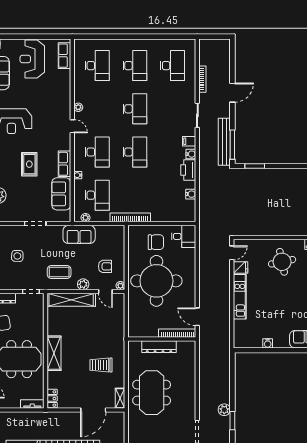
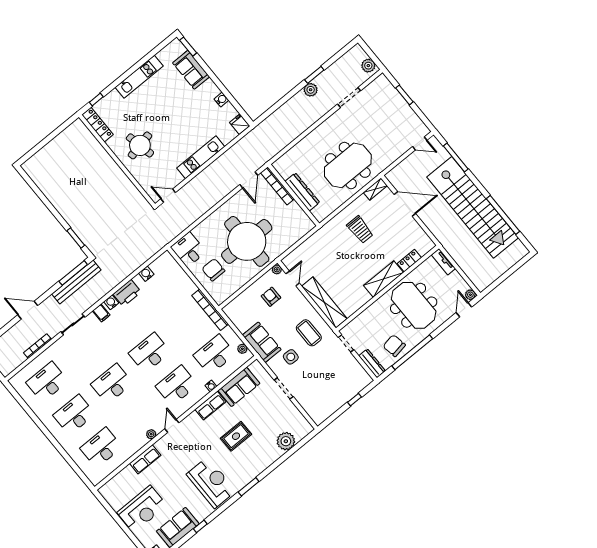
row of seats: (65, 56) -> (145, 459), moved
side table: (17, 256) -> (291, 357), moved
fridge: (241, 267) -> (240, 124), moved
plant: (83, 284) -> (302, 303), removed
locker: (52, 398) -> (409, 261), moved

